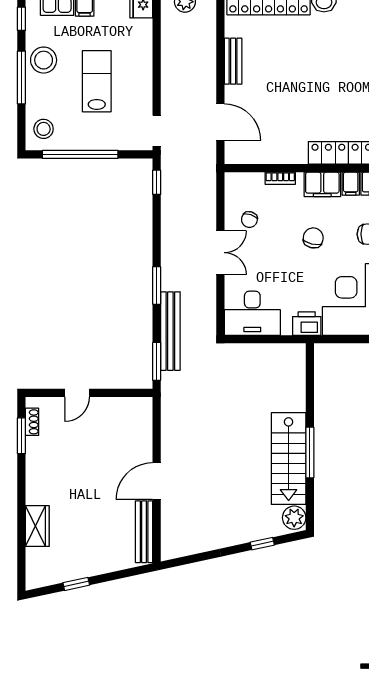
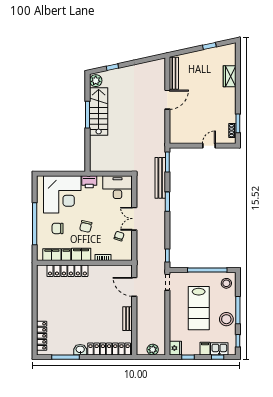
lab bench: (97, 81) -> (199, 308), width x1.36, depth x1.39

